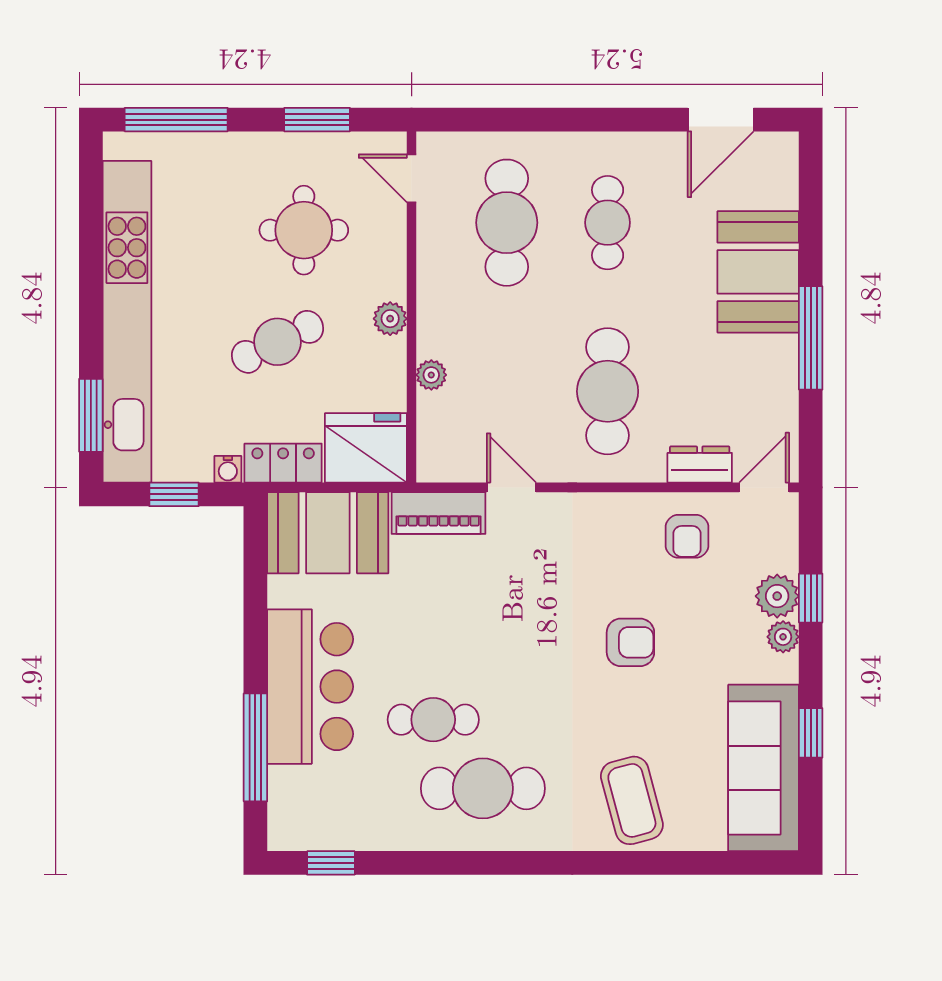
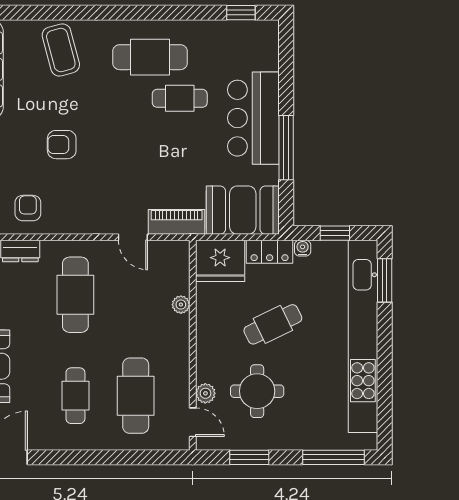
plant: (390, 319) -> (205, 393), moved
window: (255, 747) -> (286, 148), moved

